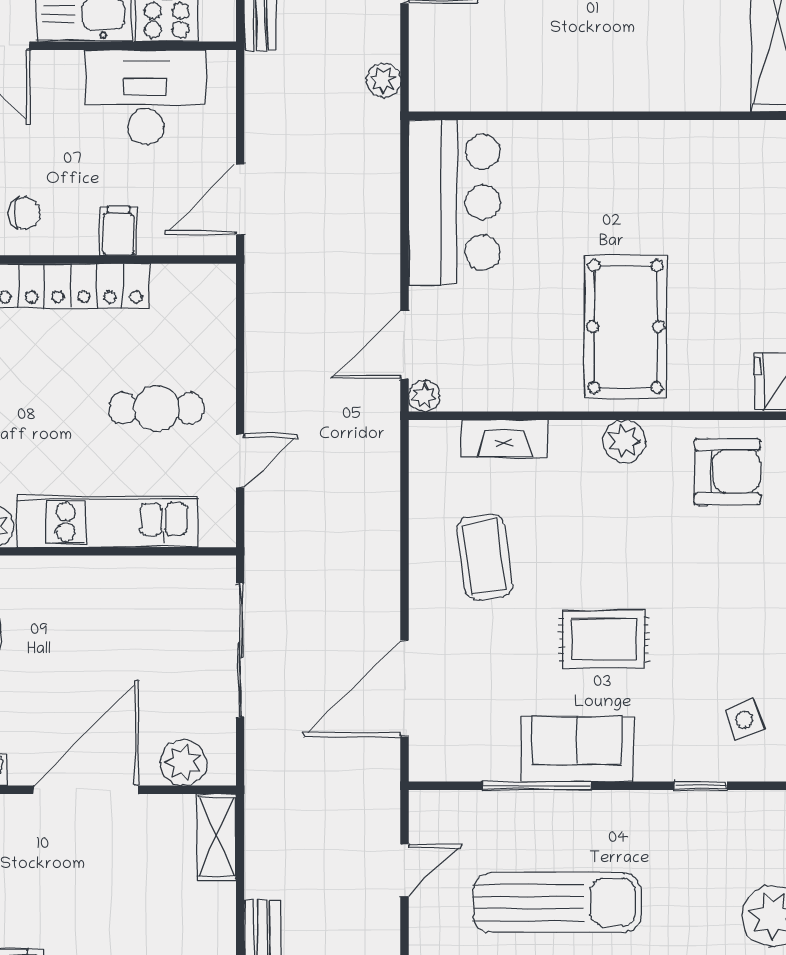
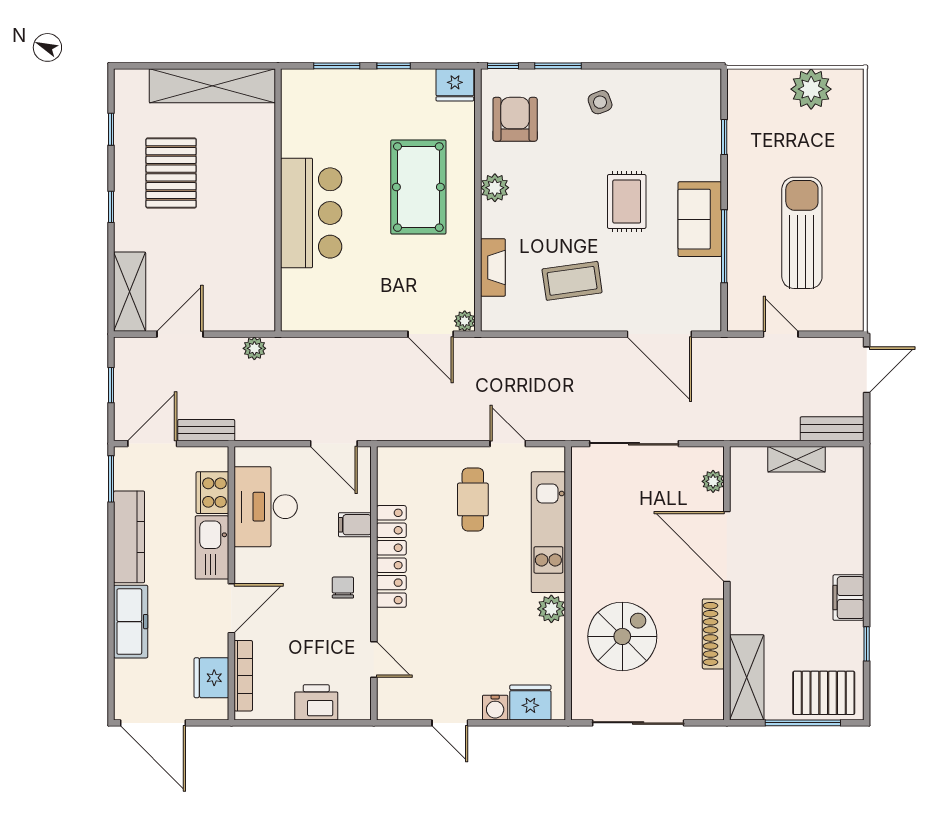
bar counter: (454, 202) -> (311, 213), moved, turned 90
pool table: (626, 327) -> (418, 187), turned 90
side table: (744, 720) -> (600, 102), moved
plant: (184, 763) -> (713, 481), width x0.73, depth x0.73
shelving: (217, 837) -> (797, 459), moved

